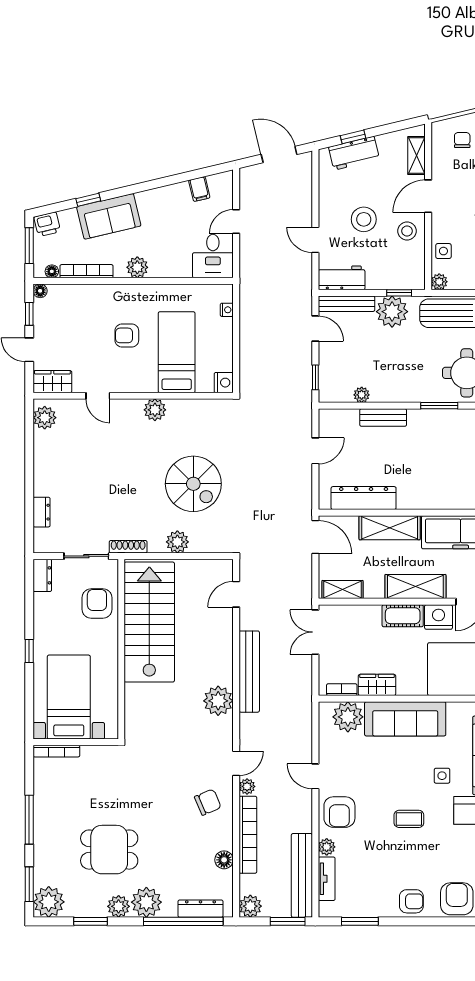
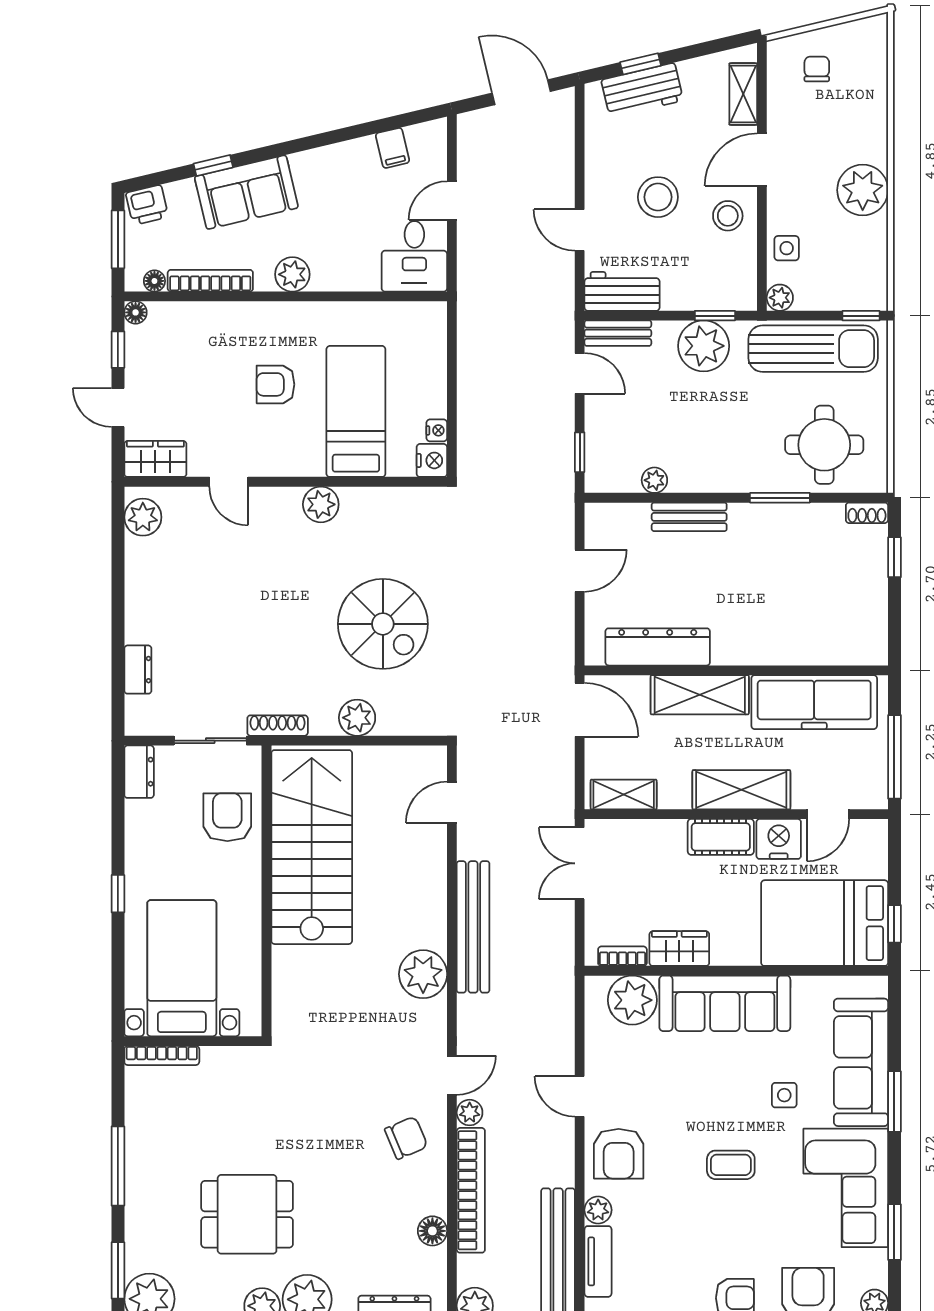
bench: (346, 304) -> (618, 333), width x0.73
nightstand: (227, 310) -> (437, 430), moved

